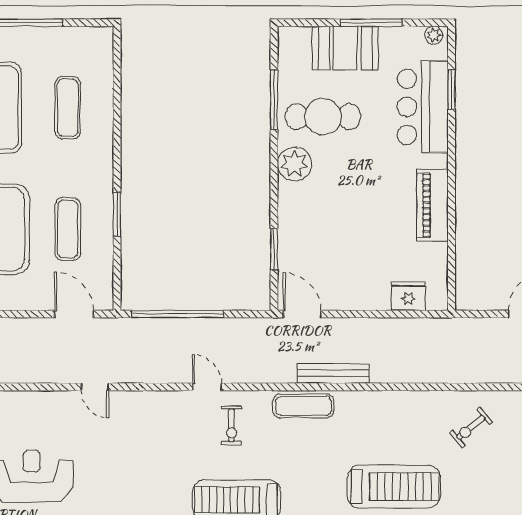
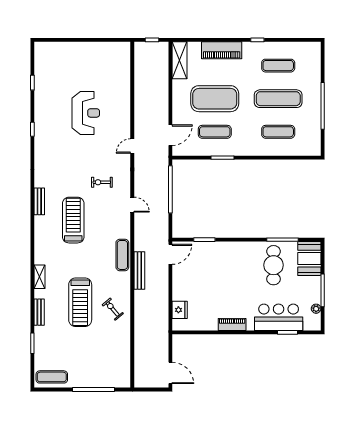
plant: (434, 35) -> (316, 309), moved
booth: (345, 48) -> (309, 259), moved
plant: (294, 164) -> (249, 250), removed
piano: (432, 205) -> (232, 324), width x0.73, depth x0.75
door: (207, 387) -> (132, 205), hinge flipped
exercise bike: (231, 425) -> (102, 182), moved
exercise bike: (471, 428) -> (113, 309), moved

